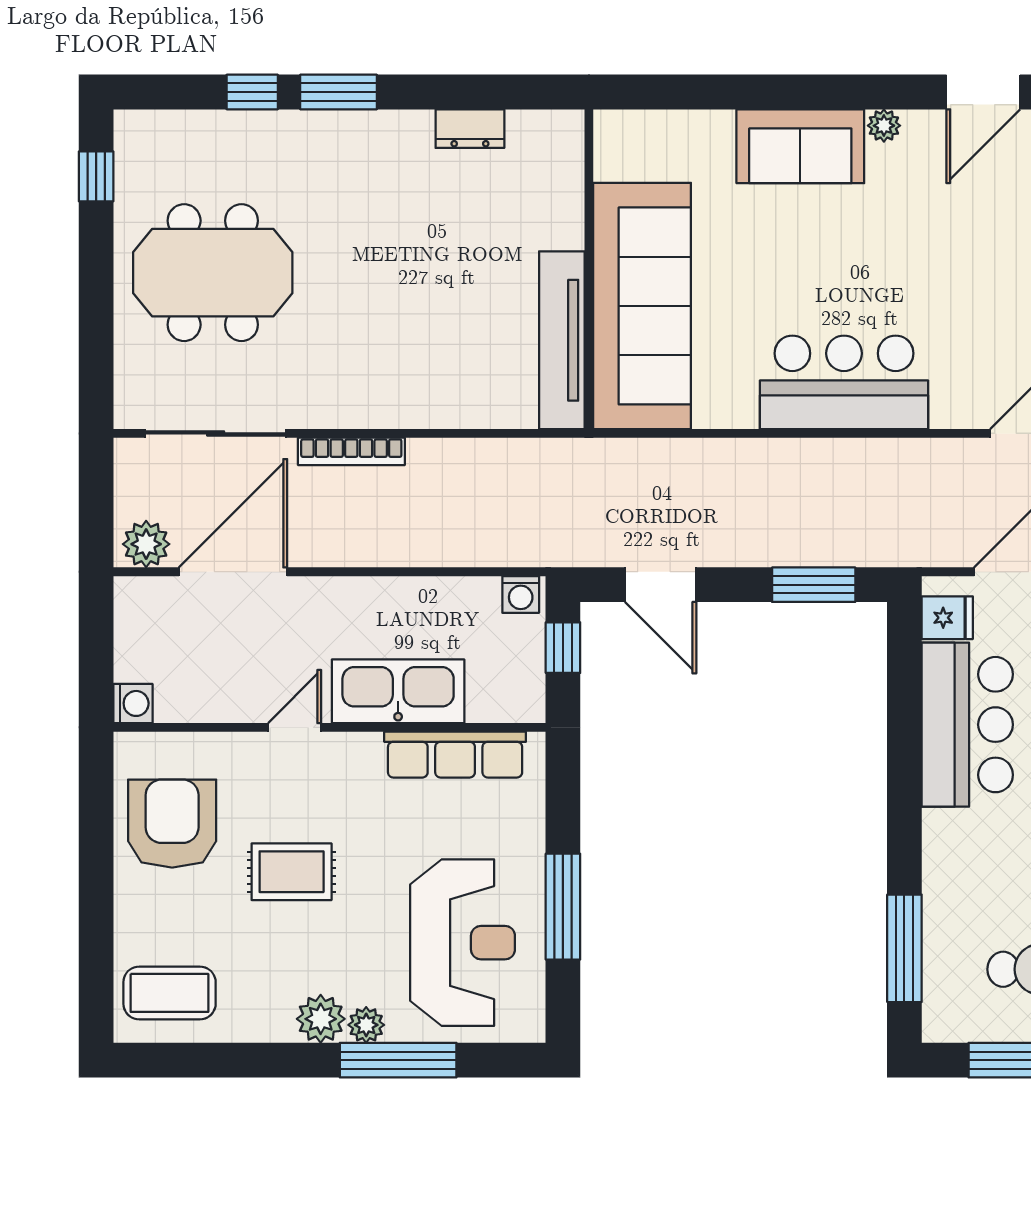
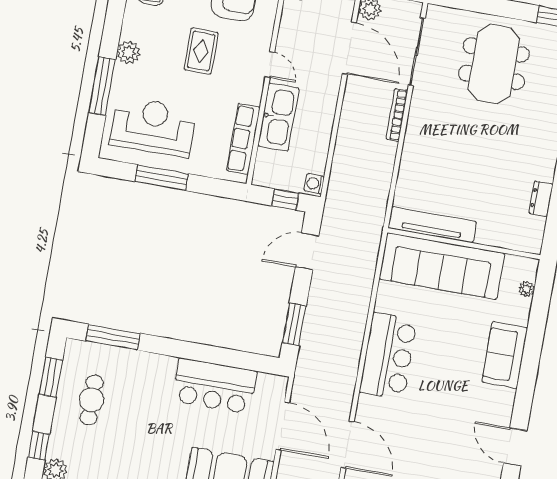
plant: (884, 126) -> (527, 289), moved
fridge: (947, 618) -> (267, 385), removed
reception desk: (463, 943) -> (153, 127), turned 180
plant: (366, 1025) -> (122, 74), removed

